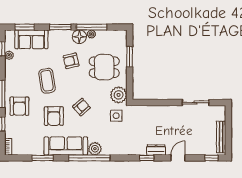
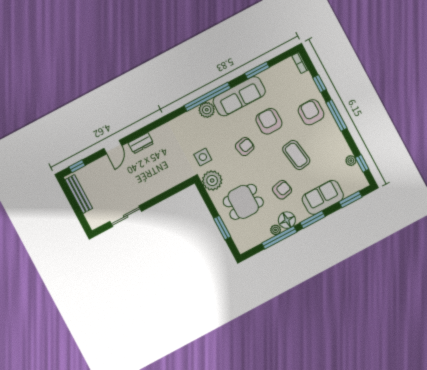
sofa: (31, 39) -> (323, 197), moved
armchair: (81, 107) -> (245, 147), turned -152
window: (147, 158) -> (146, 129), removed

